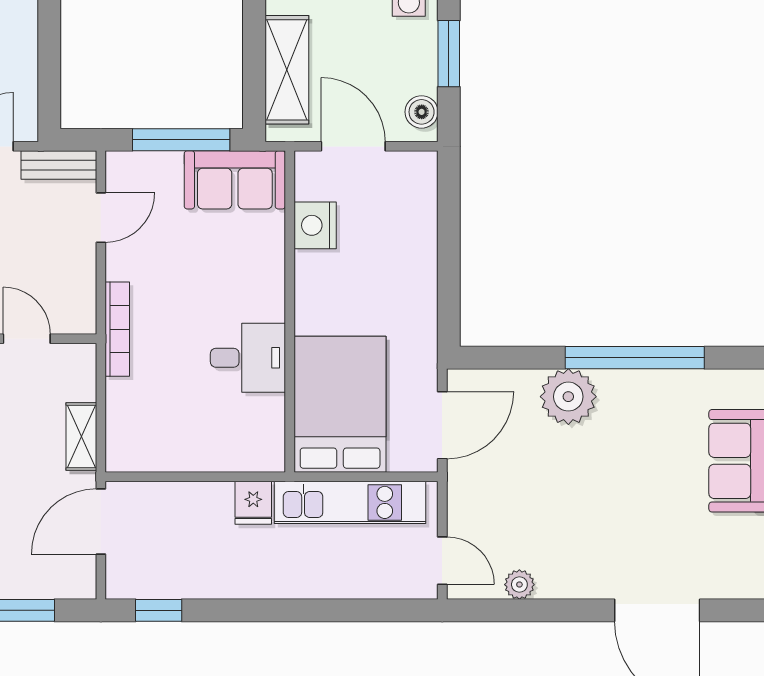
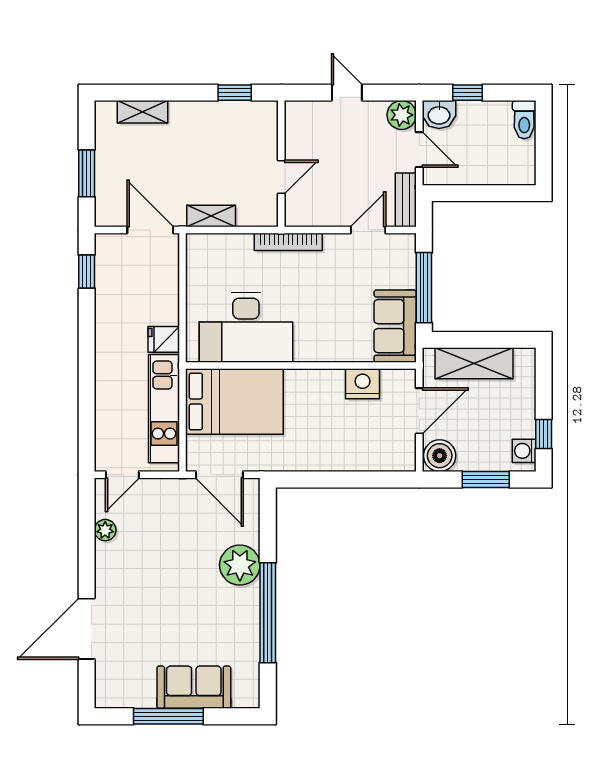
boiler: (422, 112) -> (440, 456), width x1.36, depth x1.36
door: (101, 218) -> (368, 230), swing flipped
desk: (248, 358) -> (246, 327), width x1.87, depth x1.30

